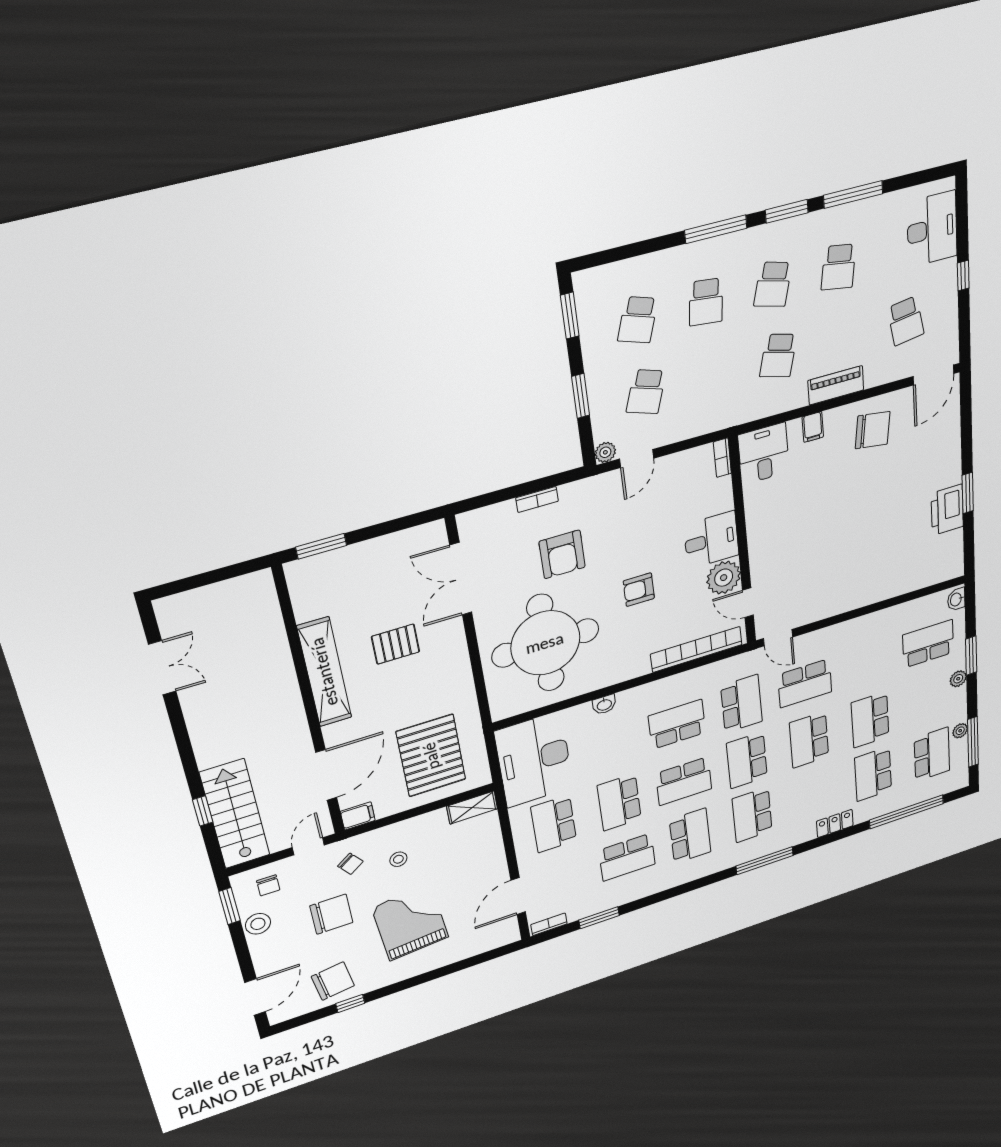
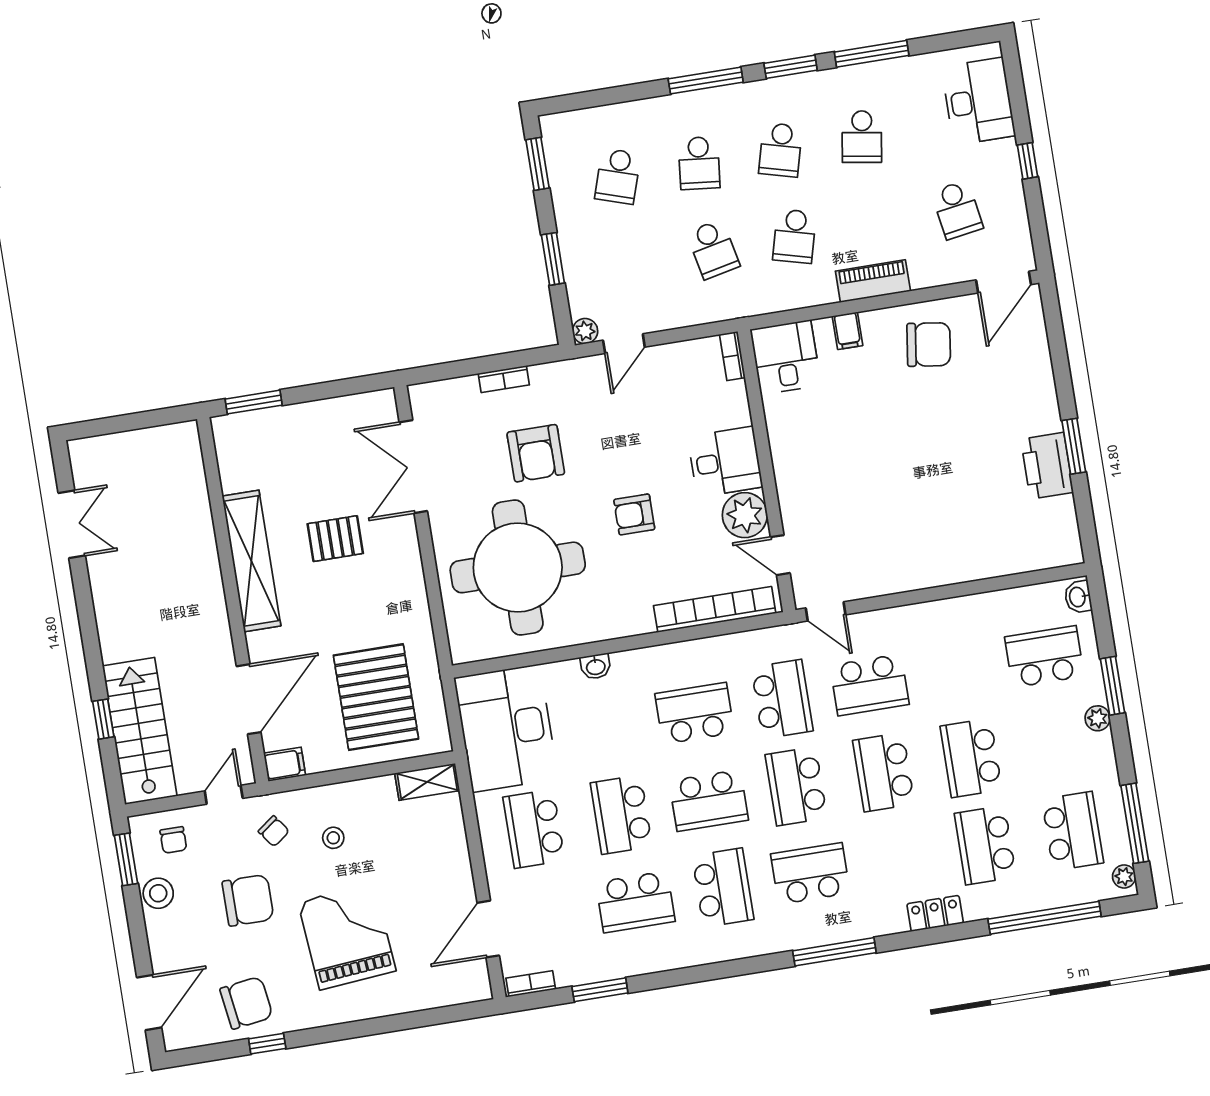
school desk: (646, 392) -> (713, 249), moved, turned -30
plant: (960, 731) -> (1124, 876), moved
school desk: (752, 815) -> (810, 874), turned 90

